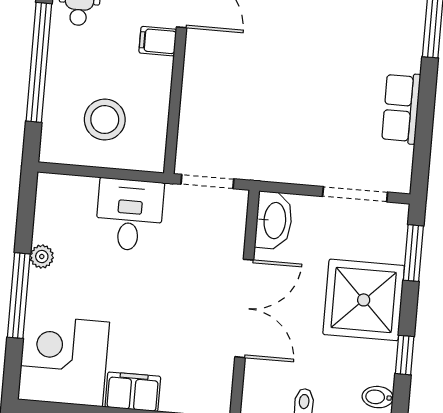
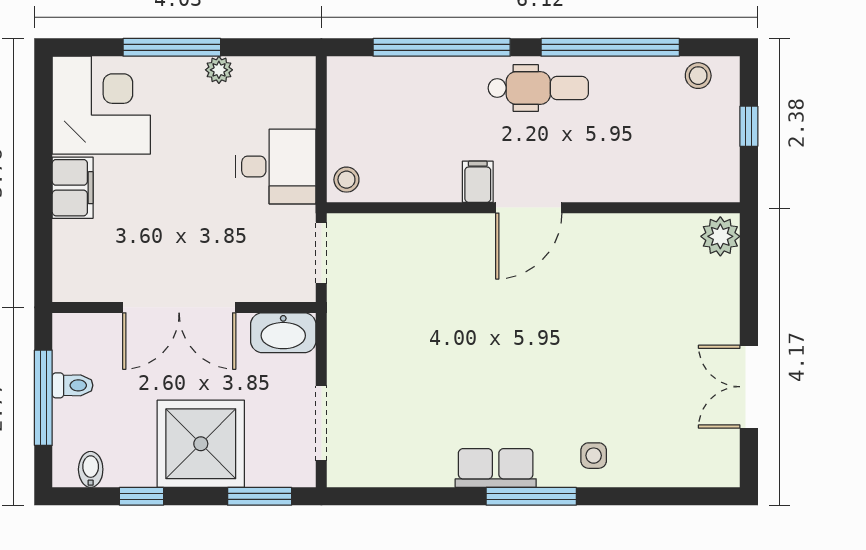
row of seats: (401, 108) -> (496, 468), moved
stool: (105, 120) -> (346, 180), moved, width x0.53, depth x0.53

